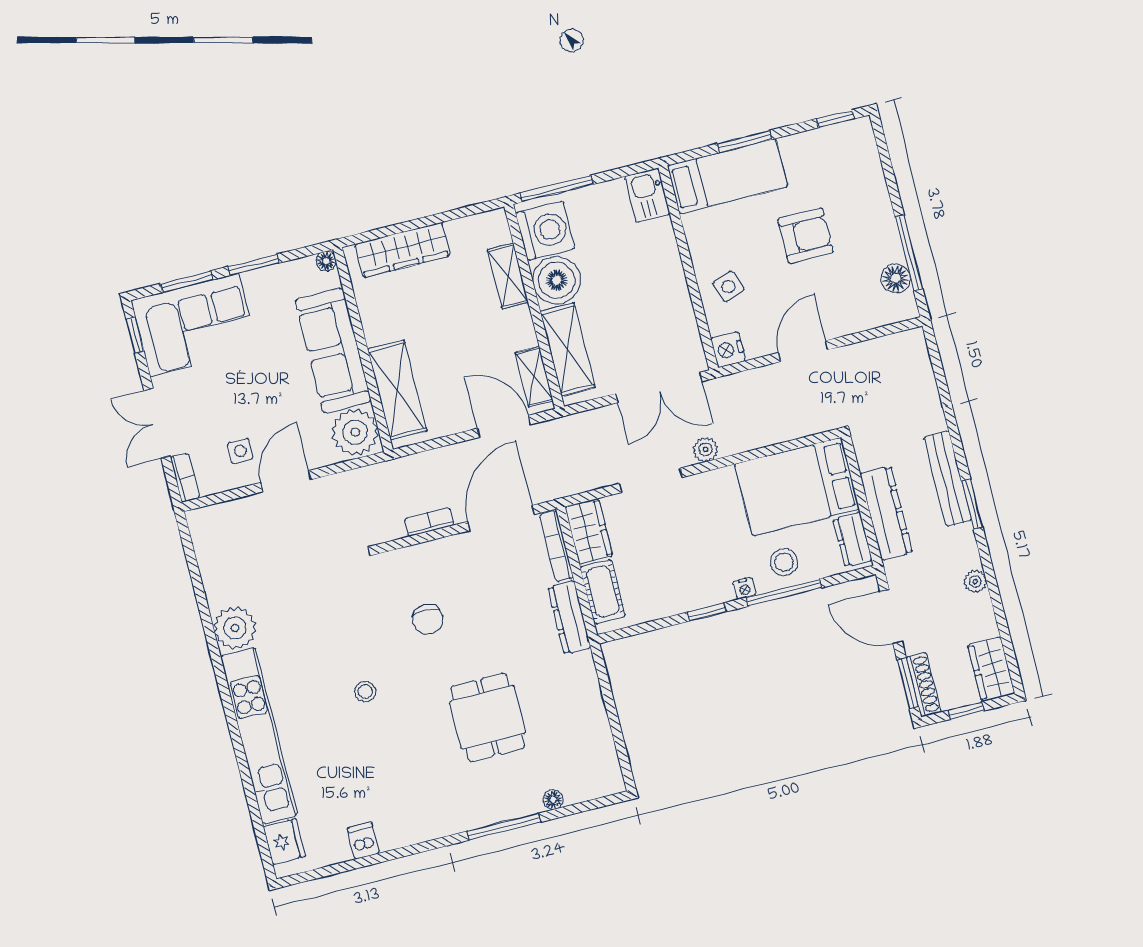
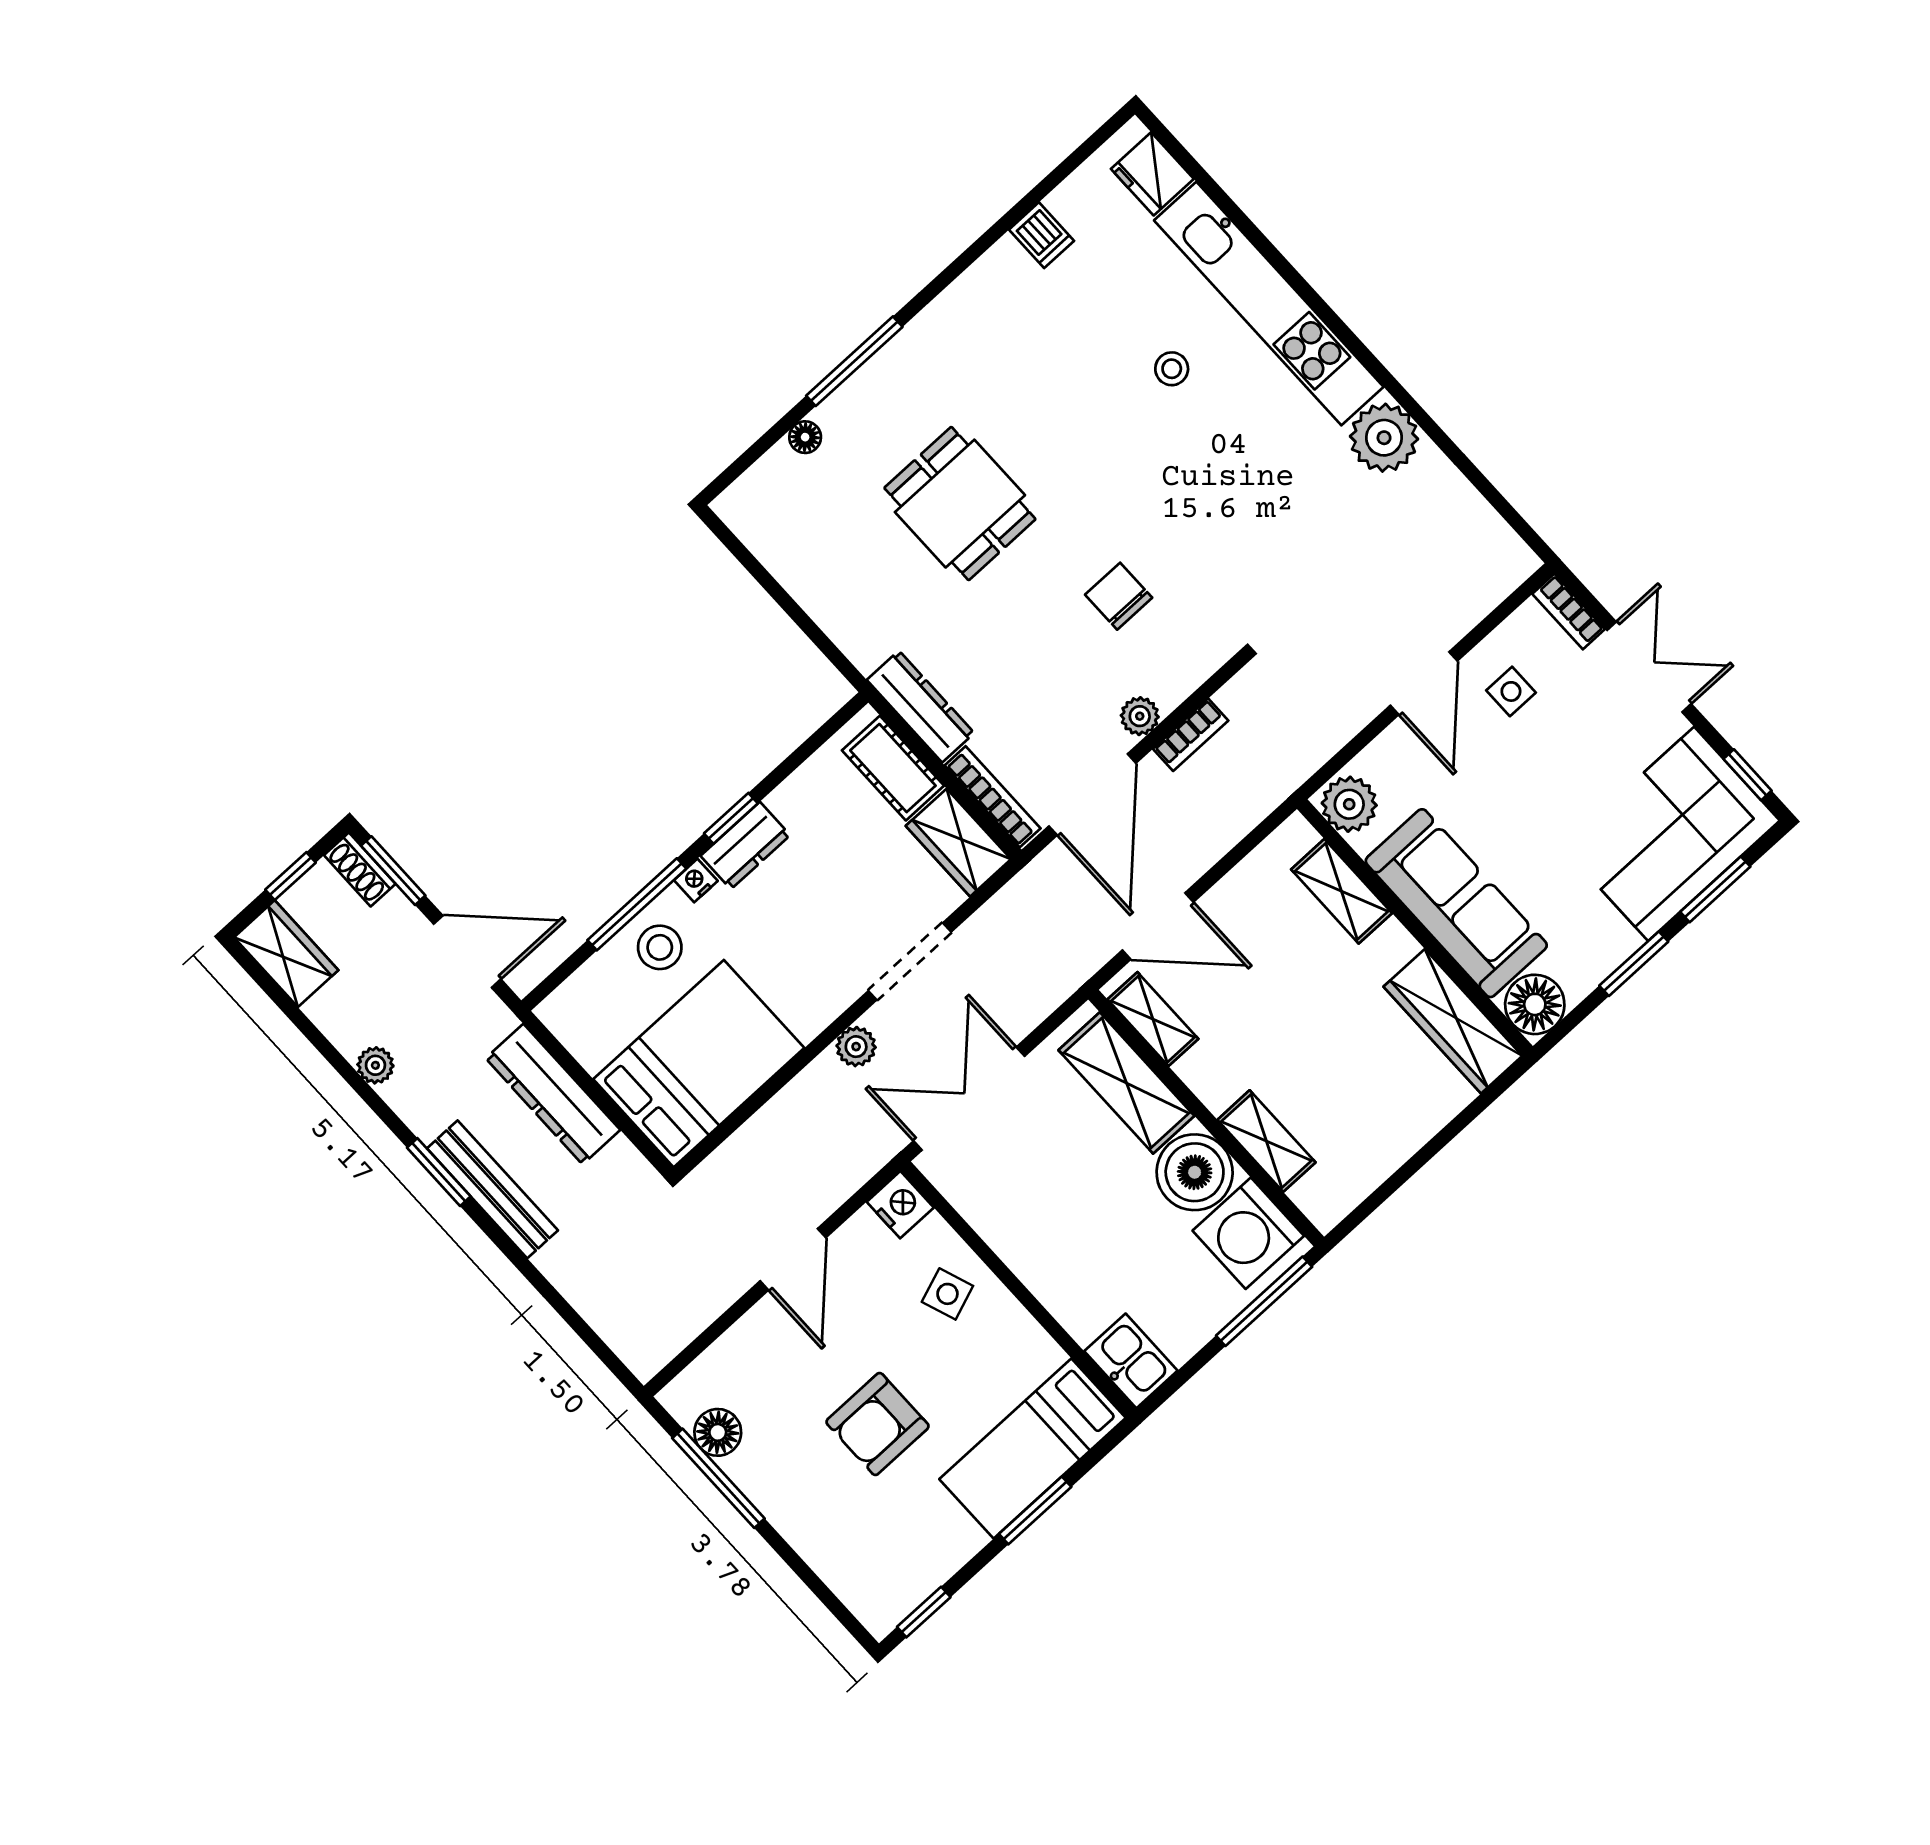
wardrobe: (403, 250) -> (1453, 1021), moved, turned -90
floor lamp: (326, 261) -> (1535, 1004), width x1.89, depth x1.89
shelving: (397, 390) -> (1342, 891), width x0.67, depth x0.75
plant: (355, 432) -> (1349, 804), width x0.73, depth x0.73
dresser: (853, 540) -> (745, 846), moved, turned 90
plant: (452, 547) -> (1140, 716), added
shoe rack: (924, 685) -> (360, 869), width x0.70
stool: (365, 692) -> (1172, 369), moved

